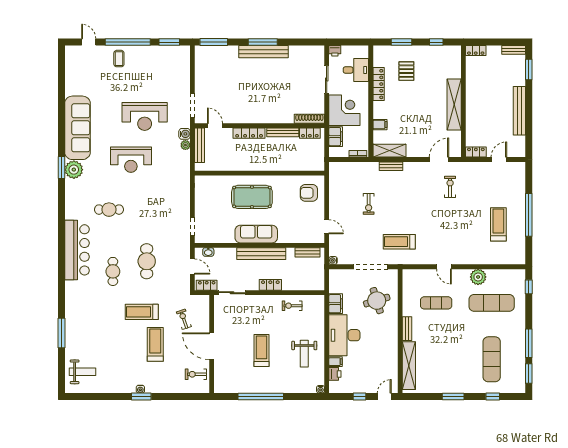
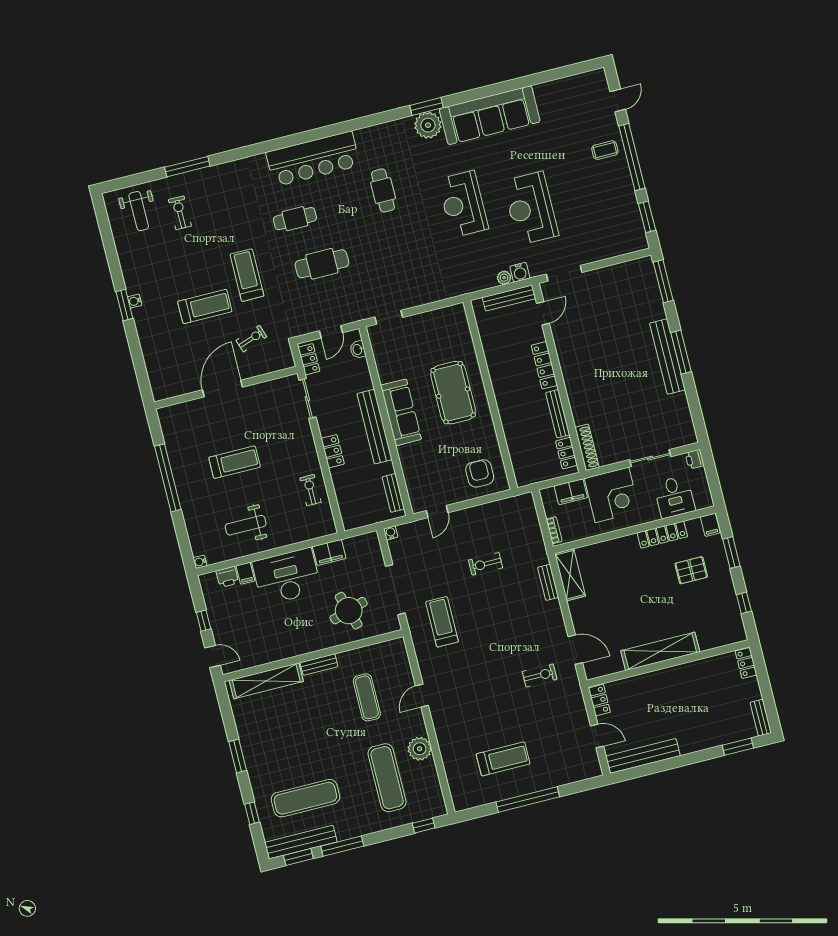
bench: (519, 111) -> (643, 756), moved
filing cabinet: (380, 125) -> (710, 525), moved
bench: (520, 370) -> (301, 842), added
exercise bike: (196, 374) -> (180, 213), moved

